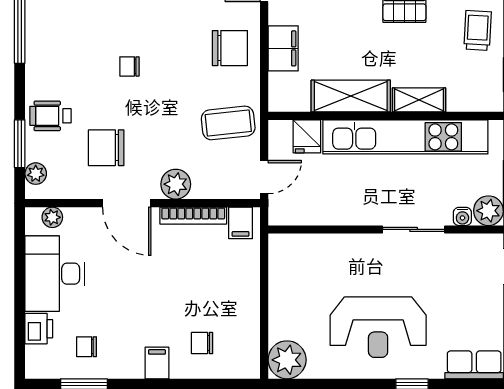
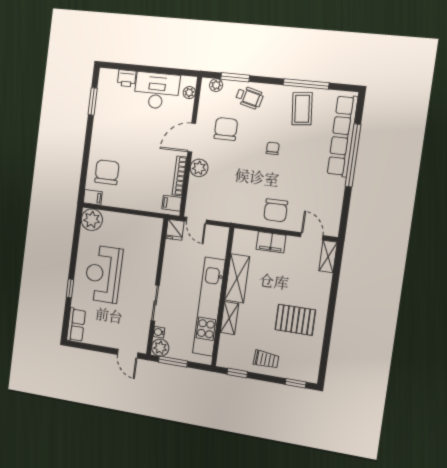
wheelchair: (50, 116) -> (249, 97), turned 104
coffee table: (228, 123) -> (302, 109), moved
fridge: (307, 136) -> (175, 230), moved, turned -90
chair: (202, 343) -> (107, 172), width x1.87, depth x1.87
chair: (87, 347) -> (113, 105), removed
filing cabinet: (157, 363) -> (93, 197), moved

